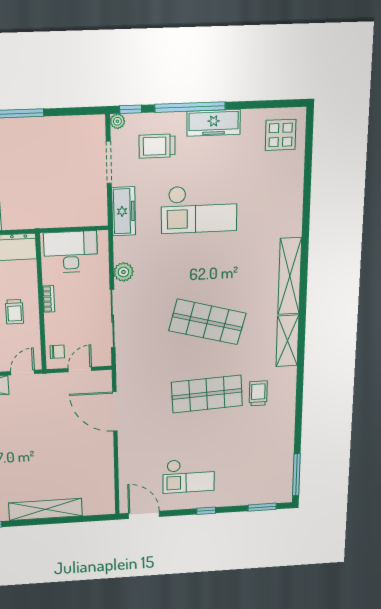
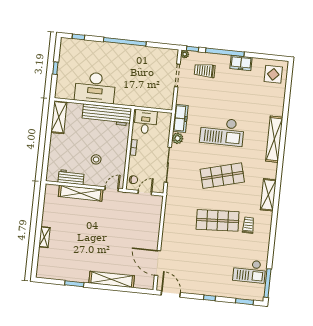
freezer: (214, 123) -> (241, 63), width x0.71
checkout: (199, 209) -> (222, 131), moved
freezer: (124, 211) -> (180, 118), moved
desk: (71, 252) -> (145, 122), width x0.73
shelving: (290, 276) -> (274, 139), moved
trolley: (14, 312) -> (113, 152), removed
shop shelf: (207, 322) -> (222, 176), turned -30
door: (115, 412) -> (158, 263), moved
checkout: (189, 476) -> (249, 271), moved

